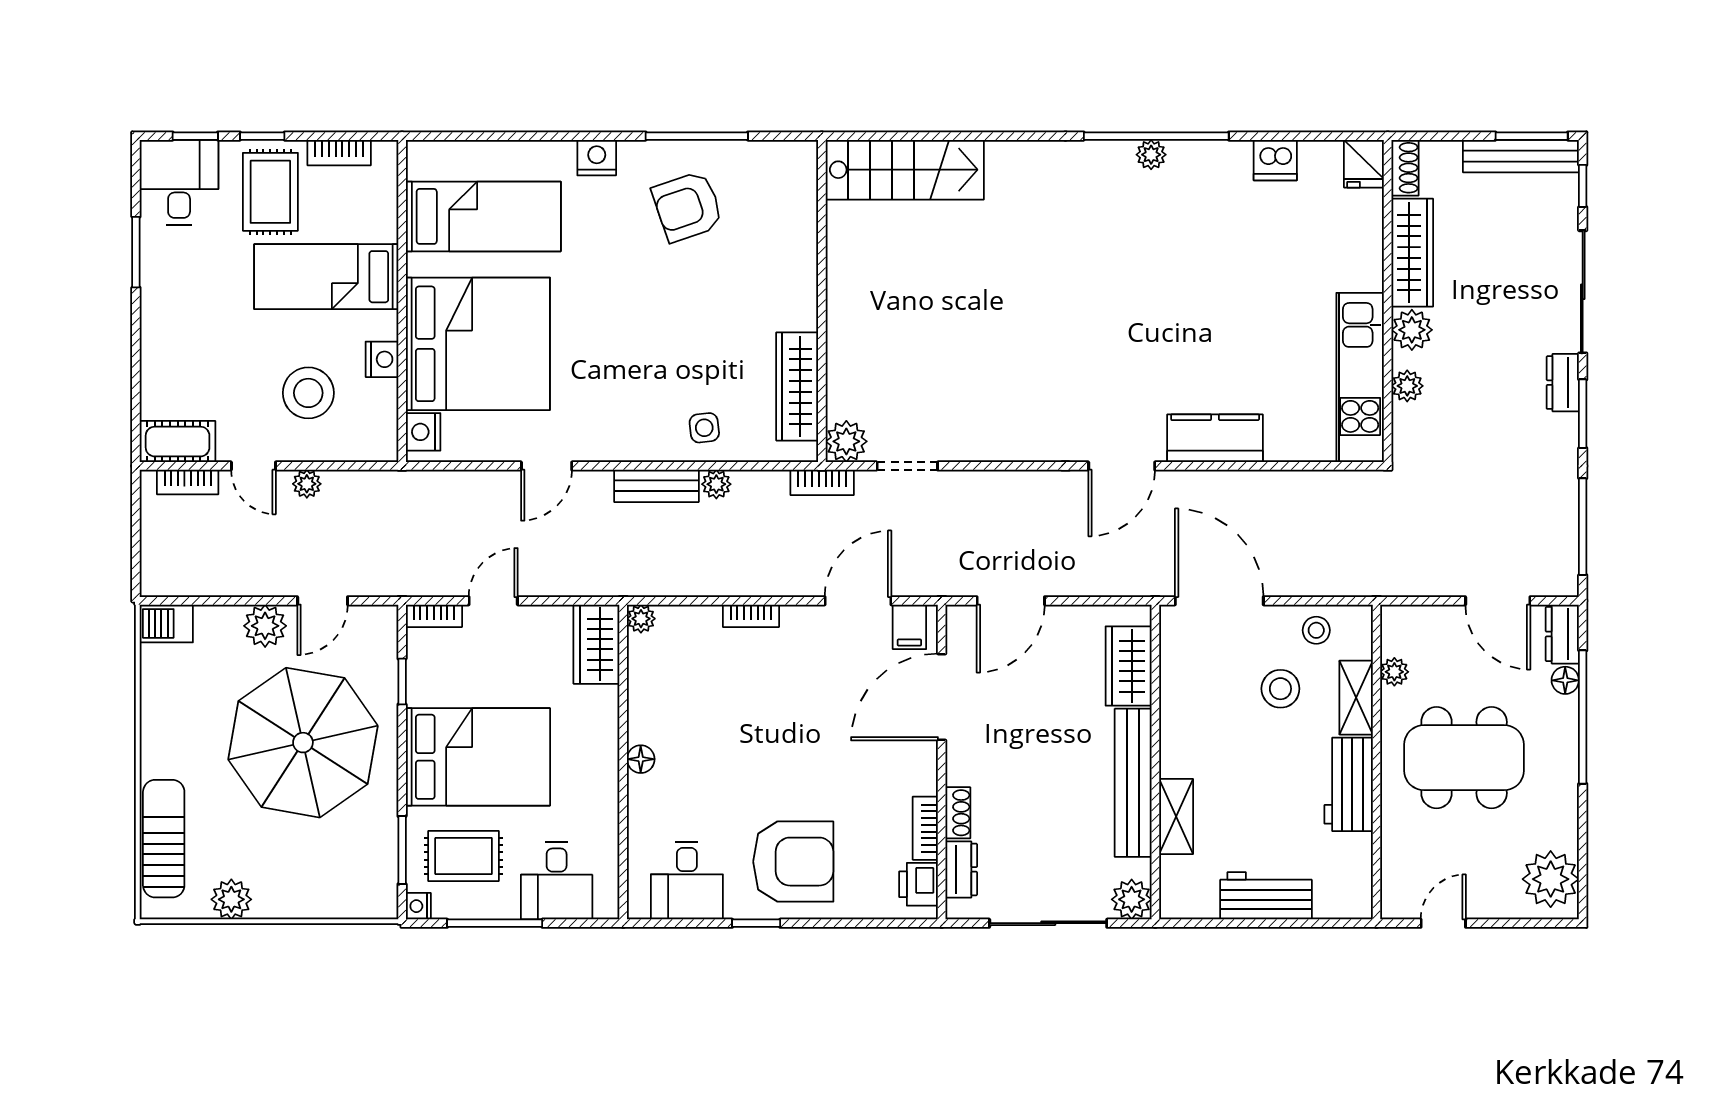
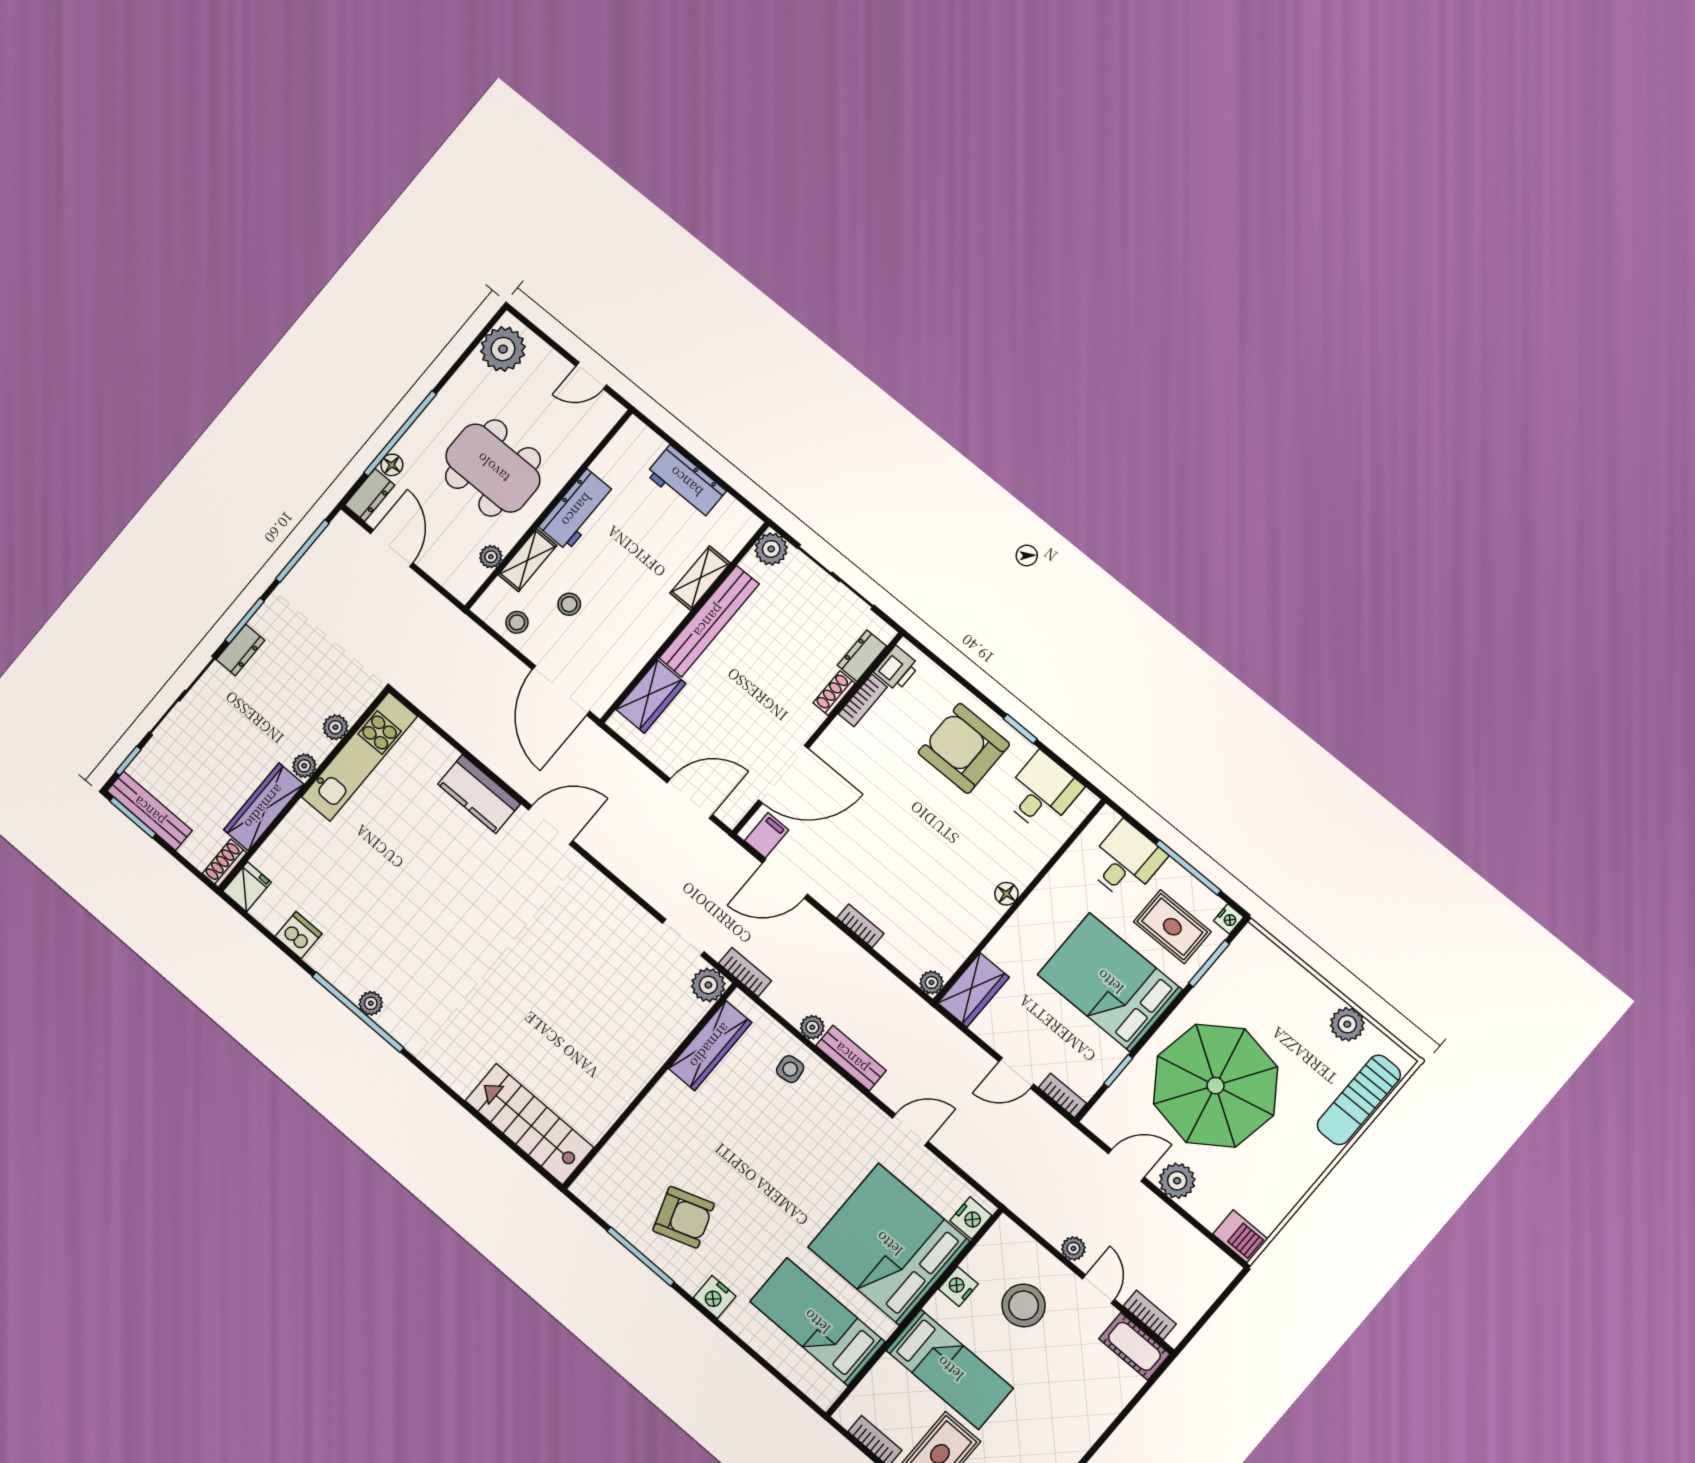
plant: (1412, 330) -> (304, 766), width x0.73, depth x0.73
stool: (1280, 689) -> (569, 604), width x0.73, depth x0.73

